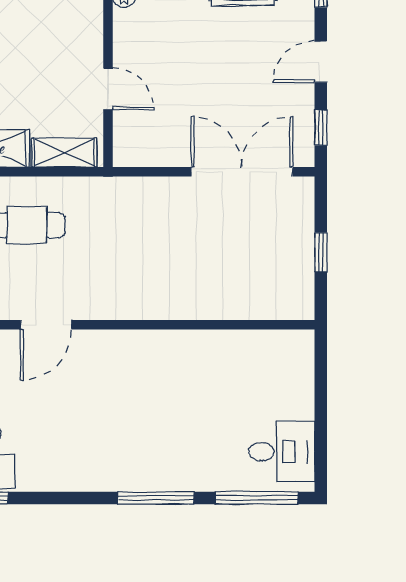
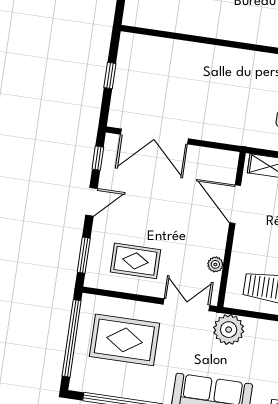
door: (108, 89) -> (235, 204), width x1.38

